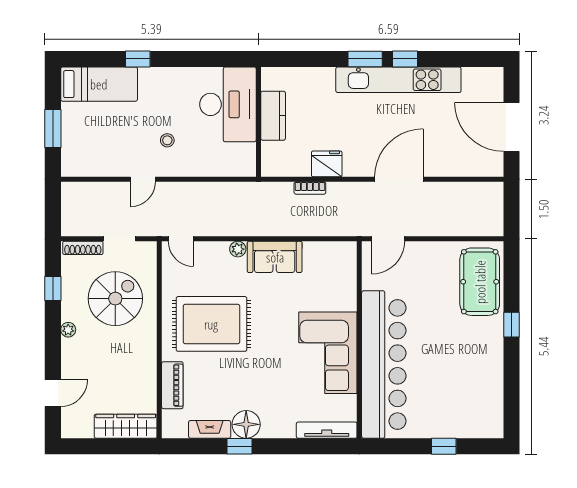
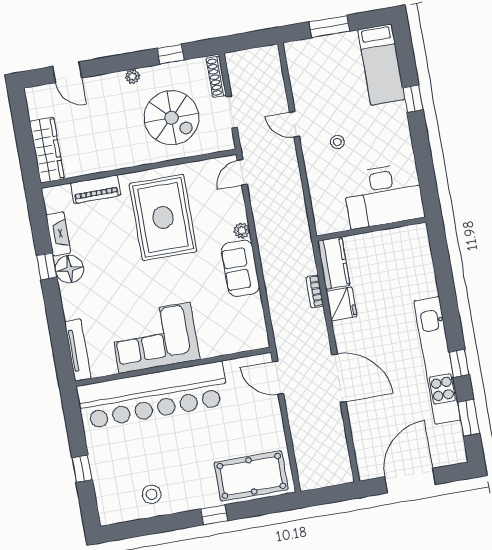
window: (365, 59) -> (469, 418), moved
kitchen counter: (273, 116) -> (334, 263), moved, turned -90
stool: (481, 383) -> (152, 494), added

